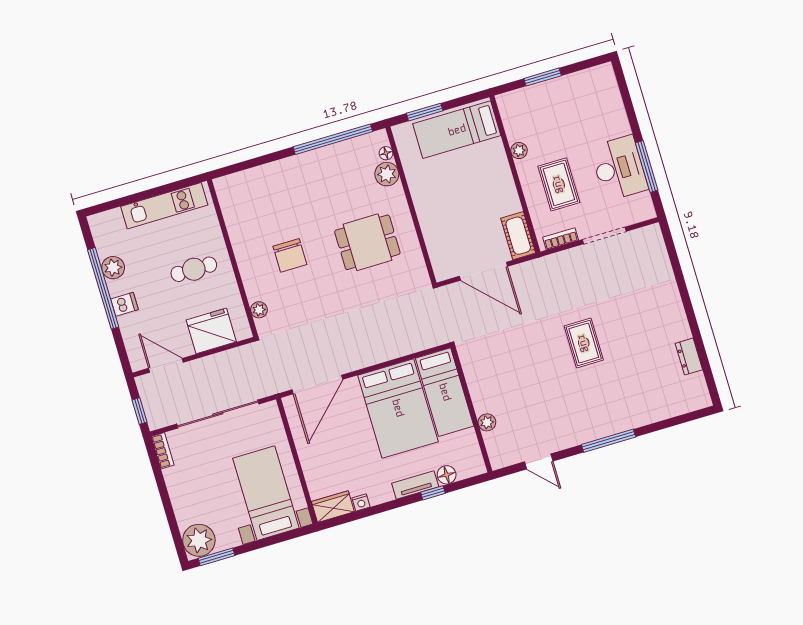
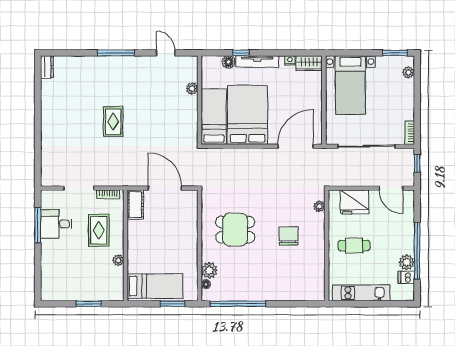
desk: (619, 168) -> (56, 224), width x0.73
dishwasher: (124, 304) -> (406, 277), moved
dresser: (689, 357) -> (47, 67), moved
tv unit: (415, 485) -> (257, 61), width x1.41
plant: (199, 540) -> (408, 72), width x0.53, depth x0.53

